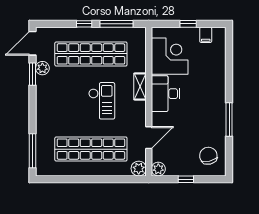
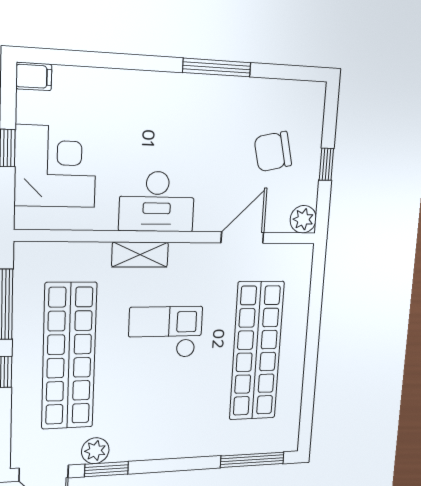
filing cabinet: (206, 35) -> (34, 76), moved
corner desk: (170, 56) -> (55, 167), moved, turned 90
door: (149, 138) -> (242, 238), hinge flipped
chair: (208, 156) -> (273, 152), moved
plant: (139, 169) -> (299, 258), removed

